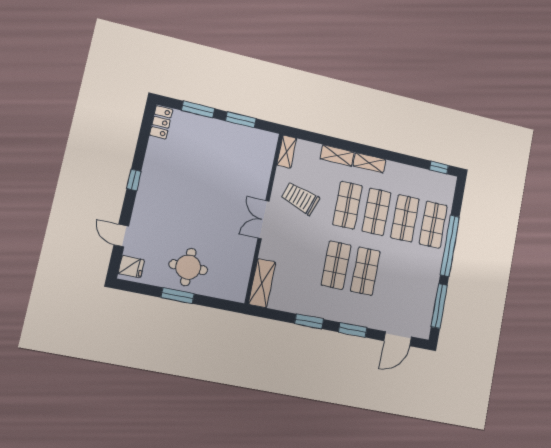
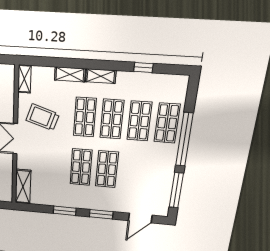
window: (439, 167) -> (143, 68), moved

